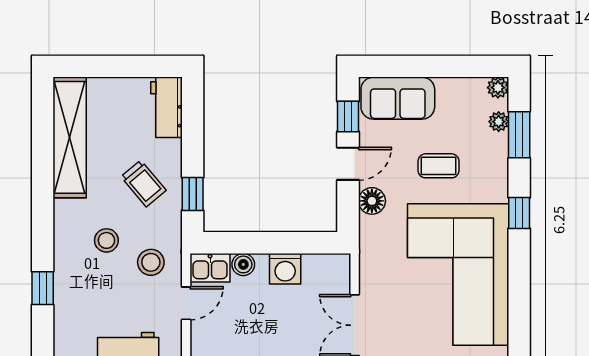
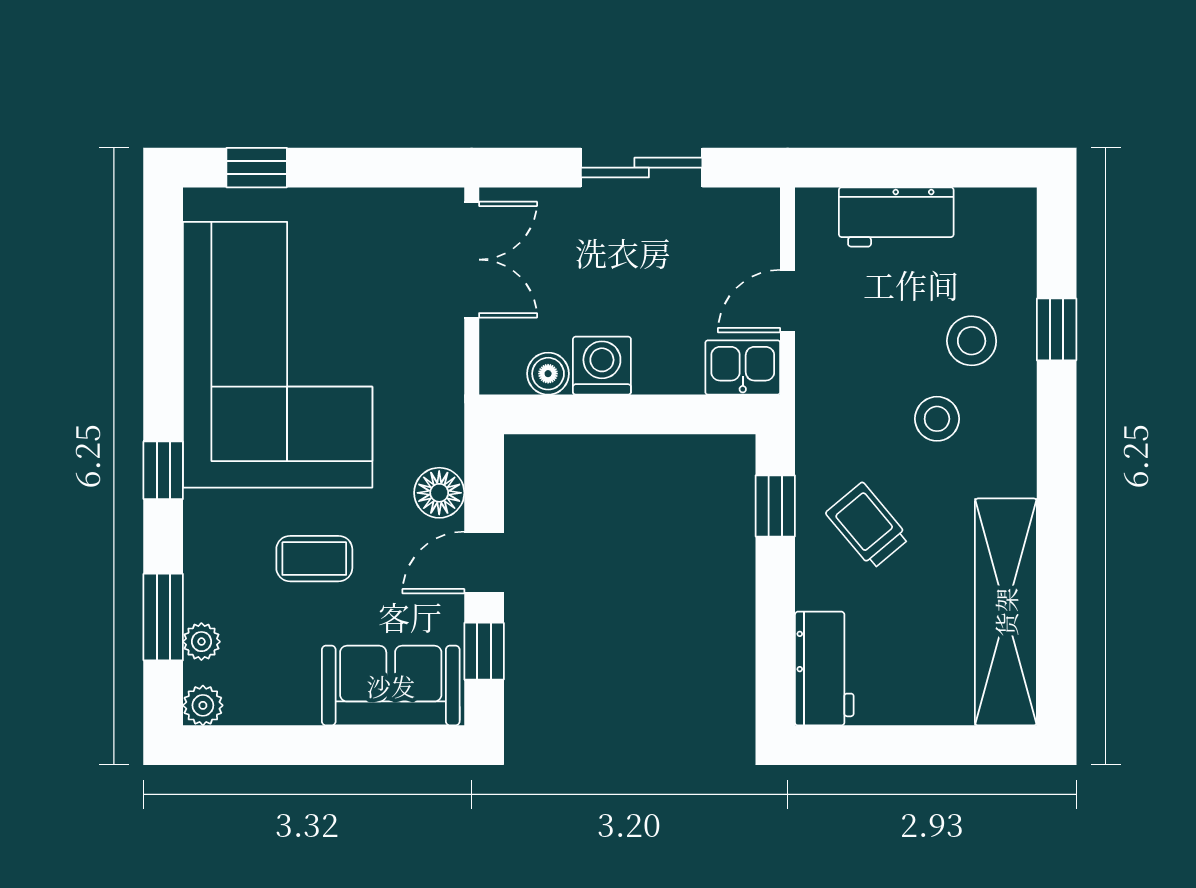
stool: (151, 262) -> (972, 341), moved
boiler: (243, 264) -> (548, 374), moved

